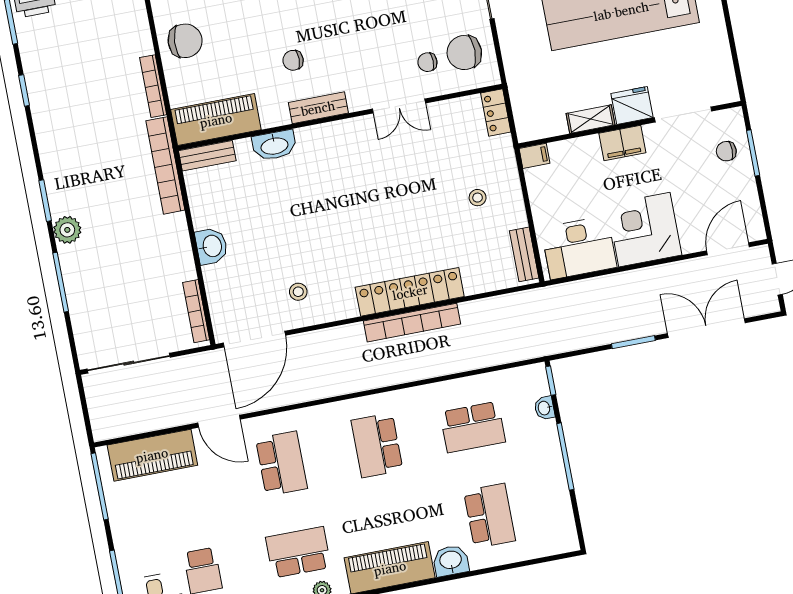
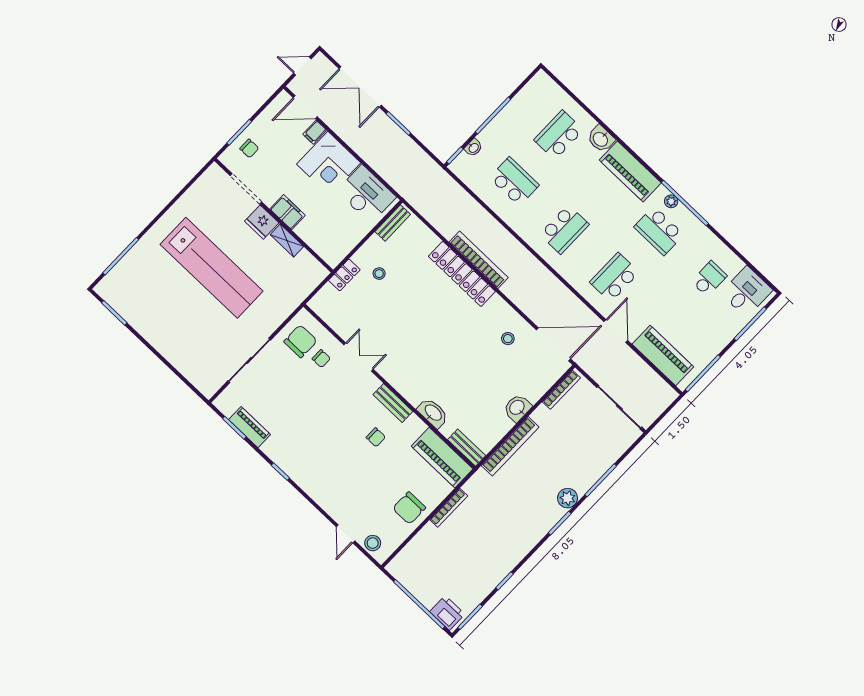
chair: (185, 41) -> (409, 508), turned -94
chair: (464, 53) -> (300, 341), turned -90
locker: (496, 113) -> (344, 275), moved
filing cabinet: (534, 156) -> (315, 132), moved, turned -90
bookcase: (165, 165) -> (510, 446), moved

